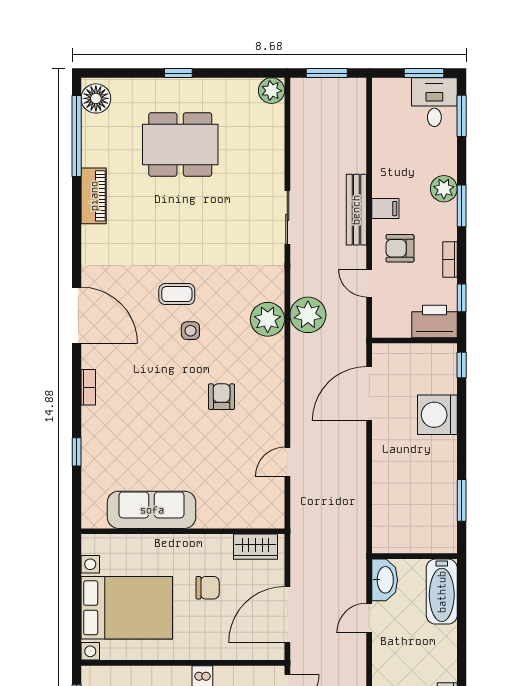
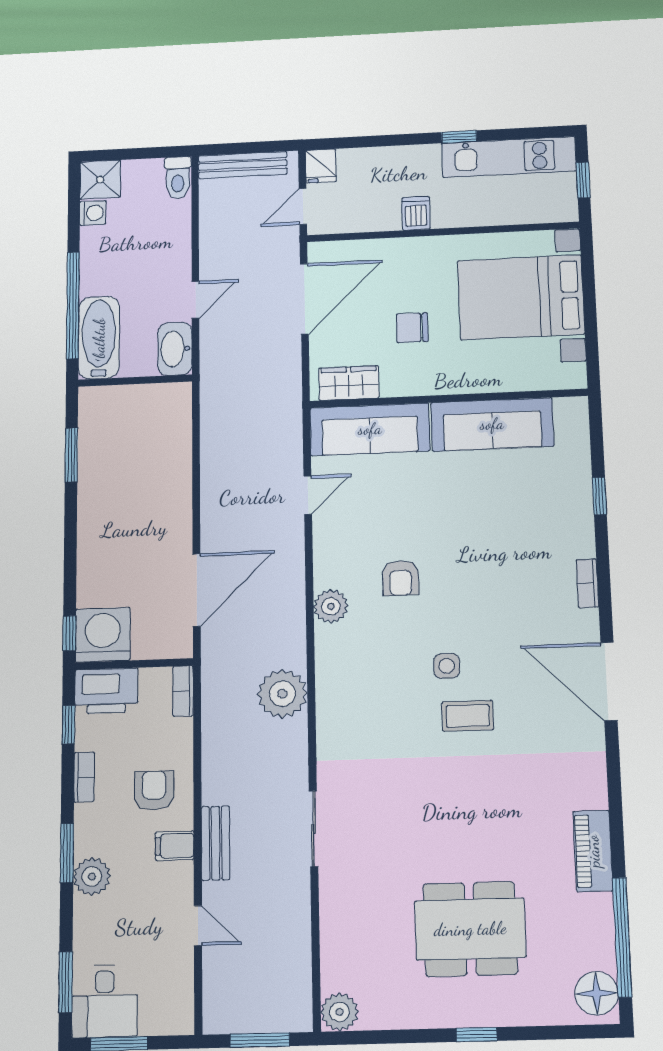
bench: (356, 210) -> (216, 843), width x0.73
armchair: (400, 248) -> (154, 790), turned -90
door: (369, 283) -> (198, 926), moved
plant: (268, 319) -> (331, 606), moved, width x0.73, depth x0.73
bookcase: (379, 319) -> (183, 691), added
washing machine: (437, 415) -> (103, 635), moved, turned -90
sofa: (241, 510) -> (370, 429), added
window: (462, 618) -> (73, 305), added

